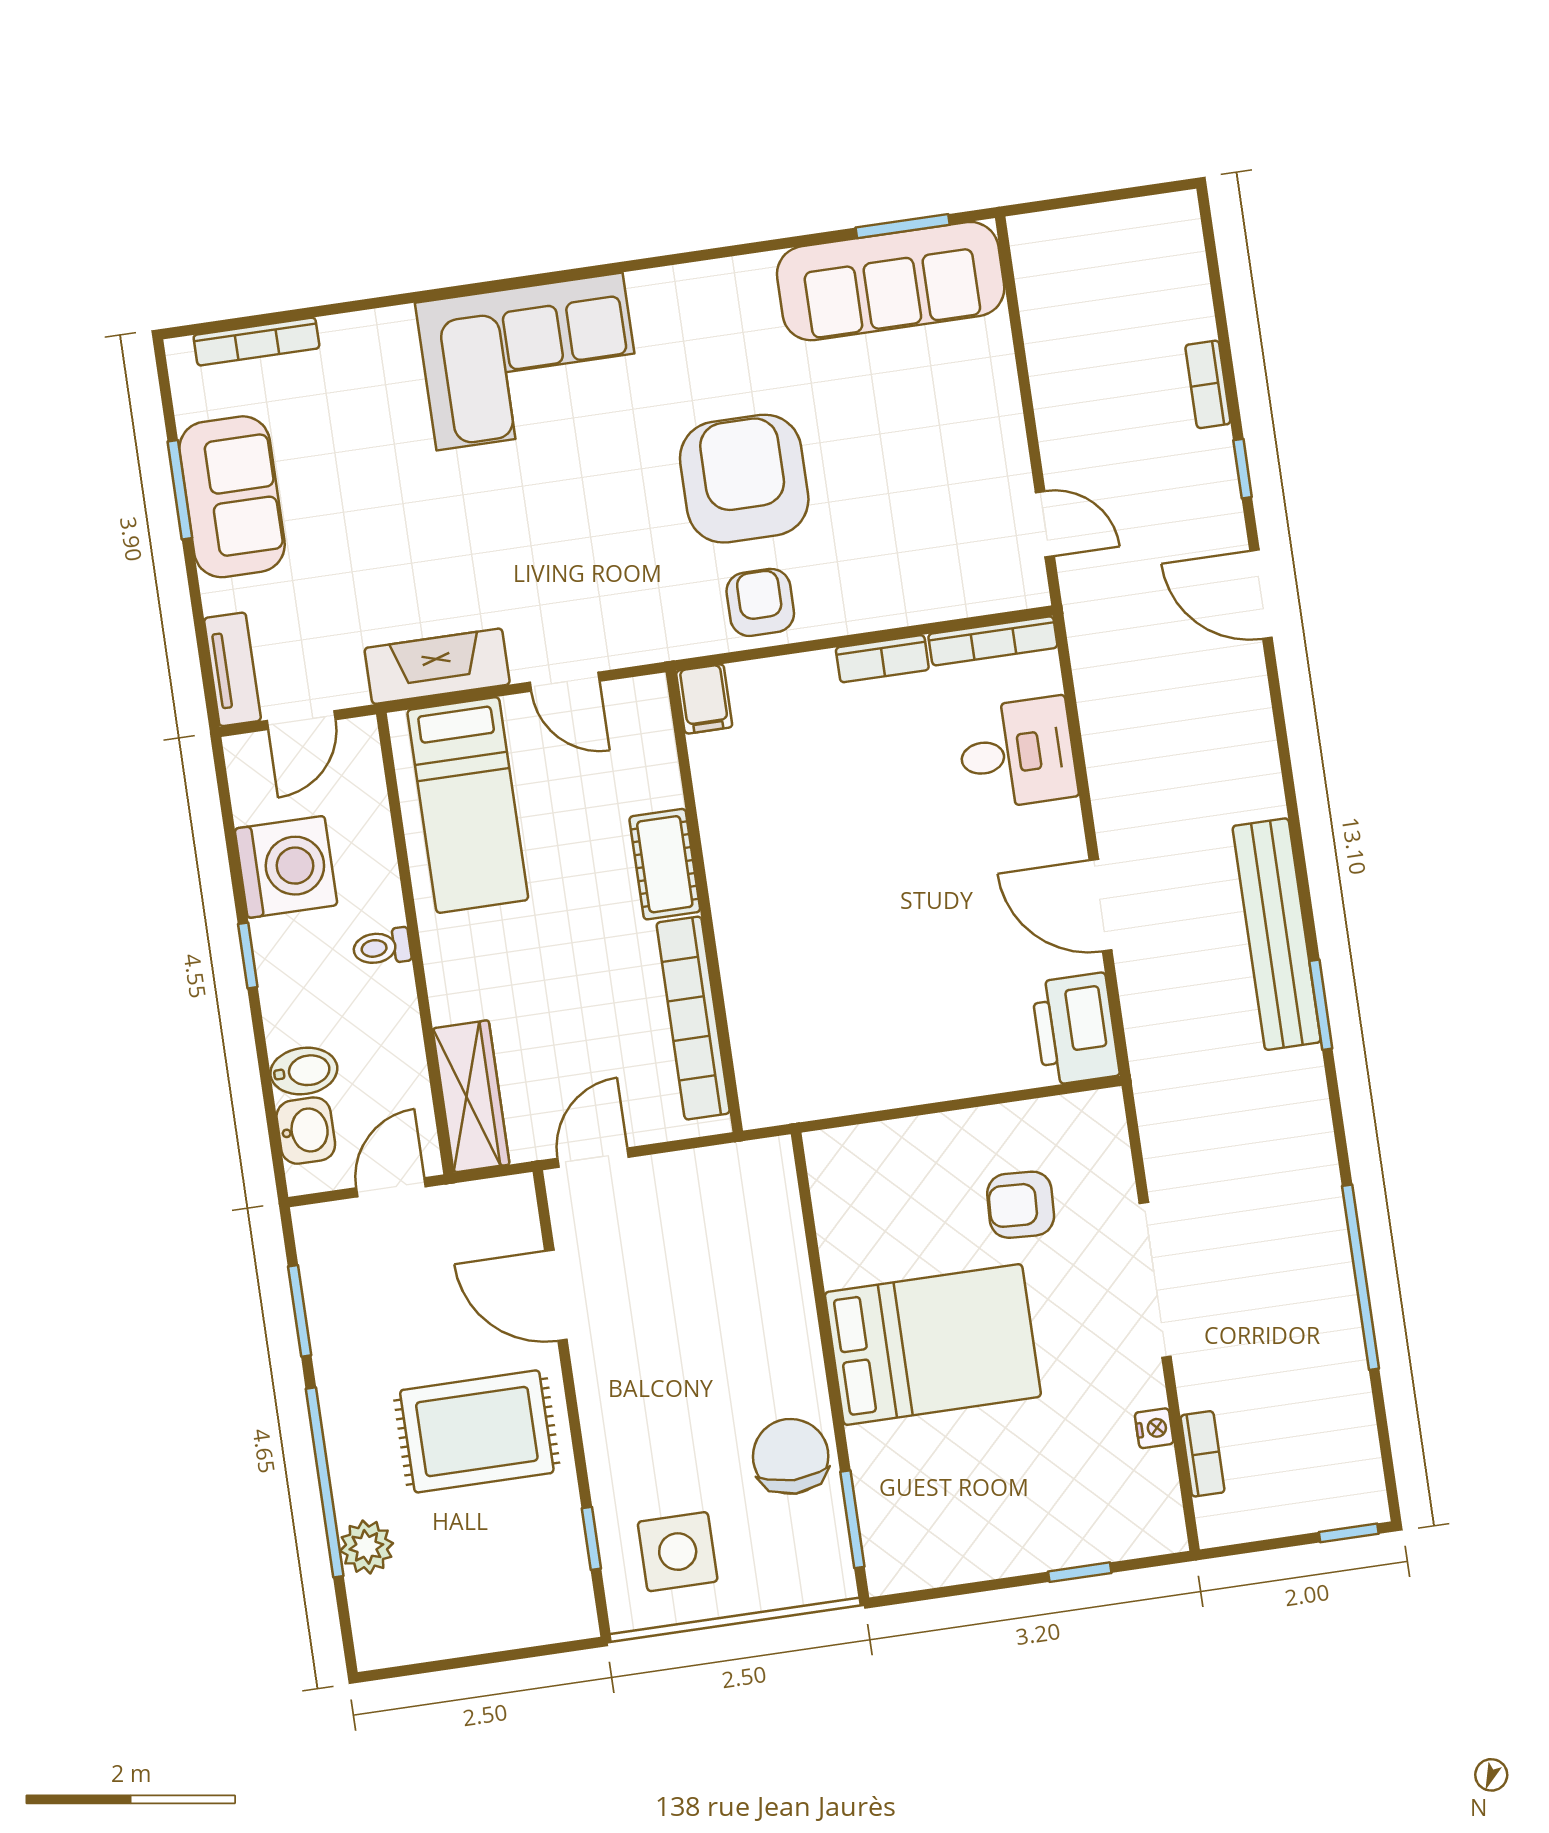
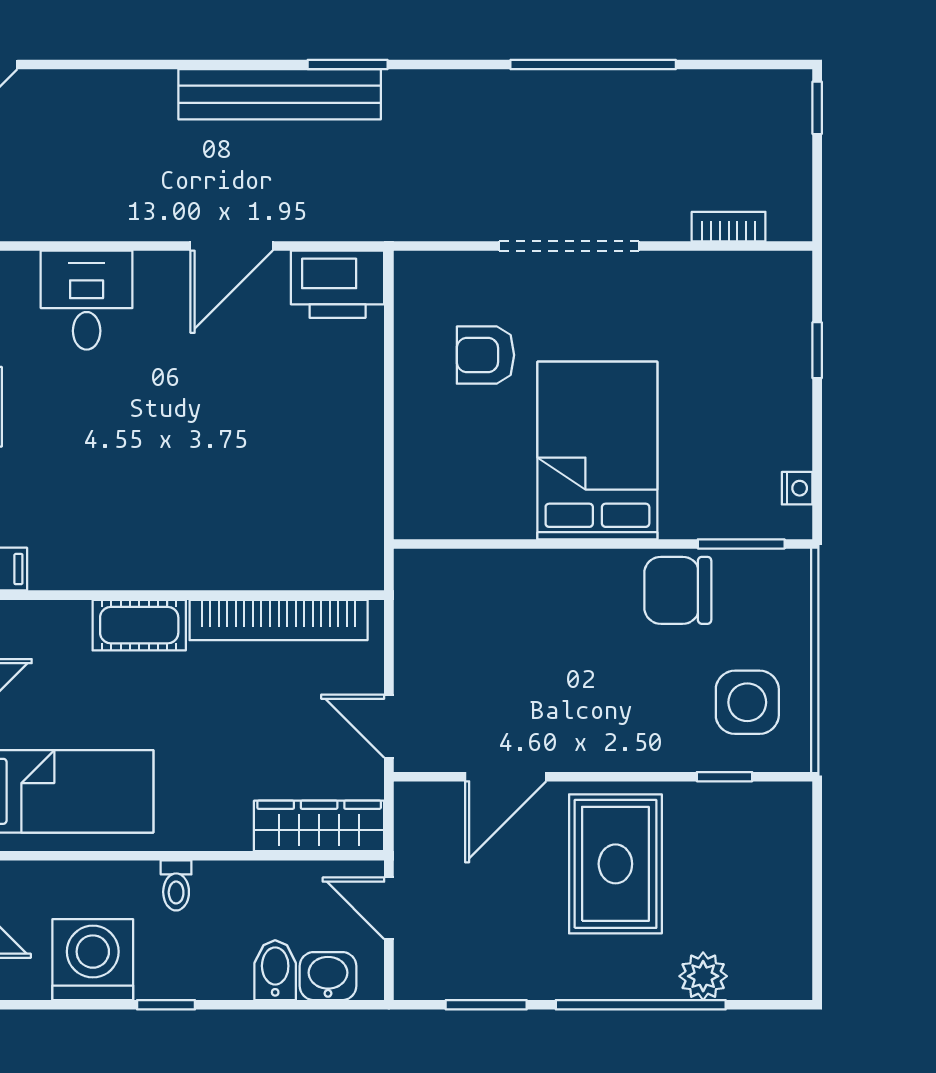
armchair: (1021, 1205) -> (485, 355), turned 87
nightstand: (1154, 1428) -> (797, 488), moved, turned 90

